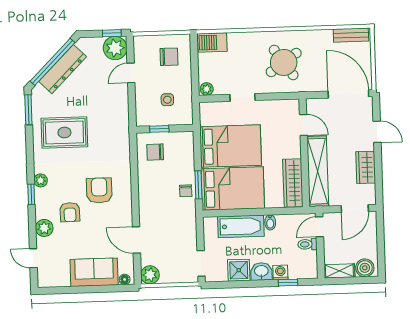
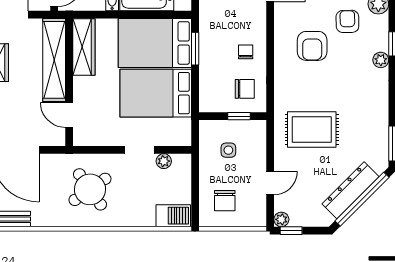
plant: (115, 48) -> (281, 219), width x0.53, depth x0.53
chair: (169, 57) -> (225, 201), turned -90
plant: (207, 89) -> (164, 161), moved
rug: (64, 133) -> (312, 129), moved
chair: (186, 191) -> (246, 52), moved

